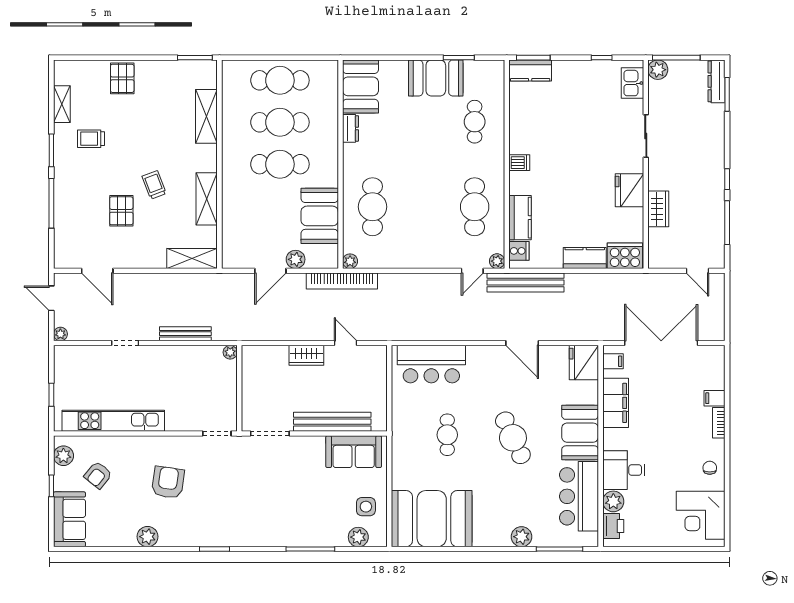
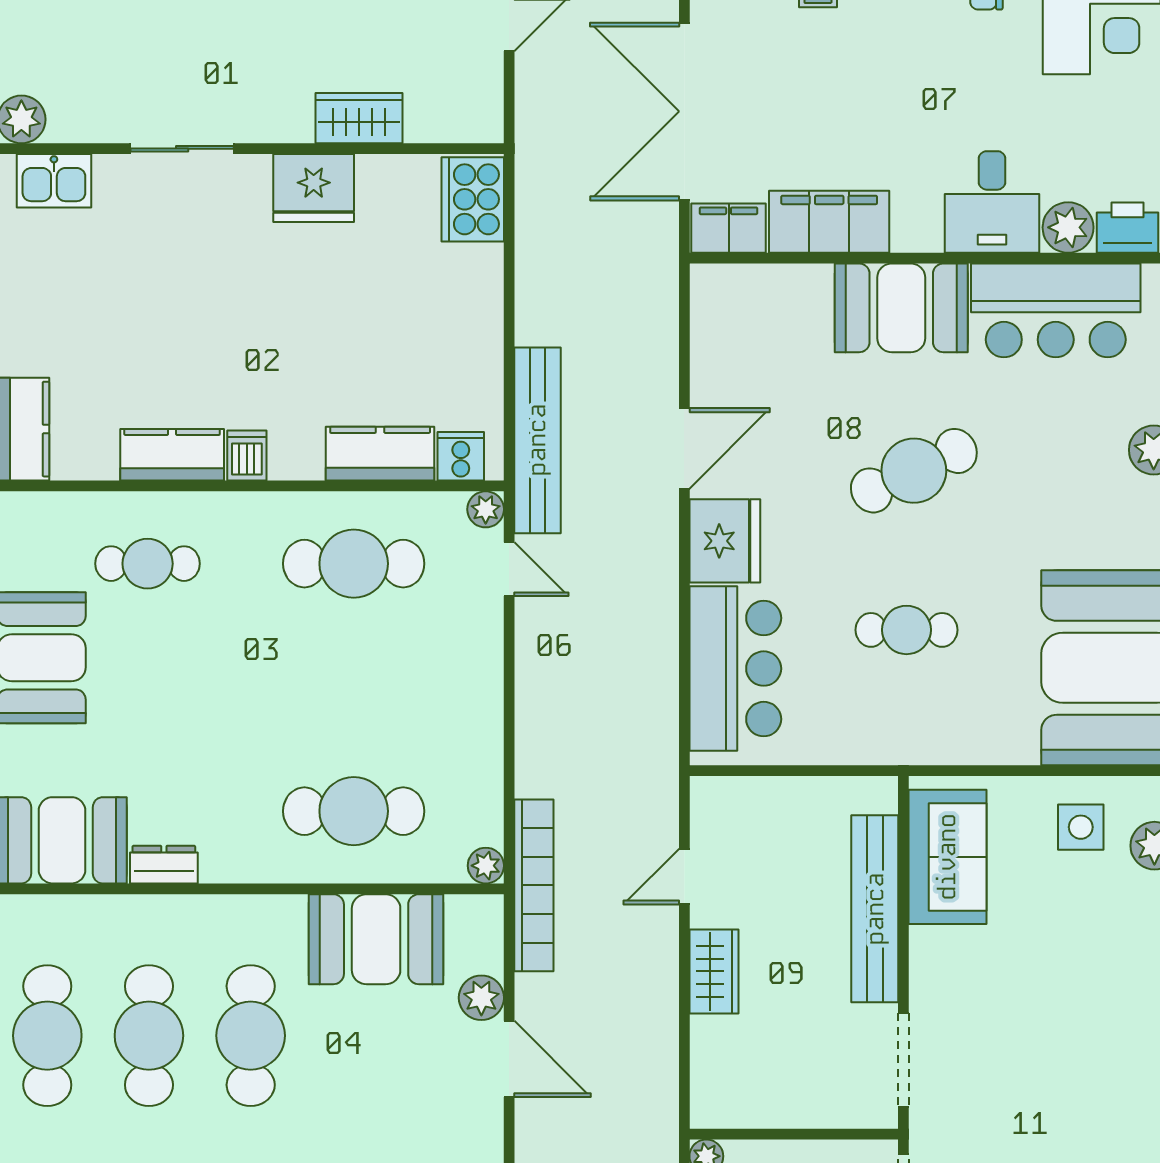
kitchen counter: (585, 258) -> (172, 455), moved, turned 90
filing cabinet: (613, 361) -> (729, 228), width x2.00
fridge: (584, 363) -> (725, 541), moved, turned -90

